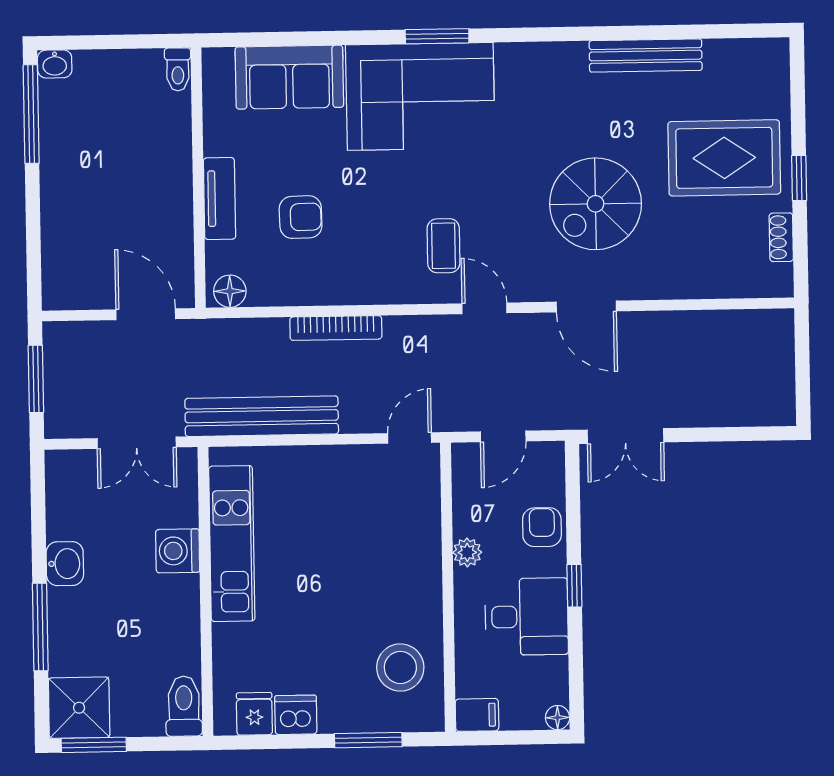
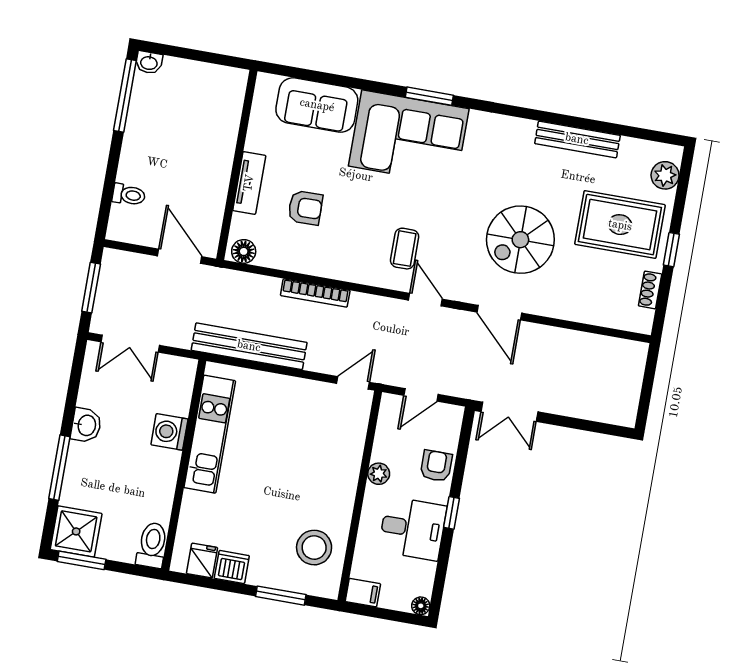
toilet: (178, 69) -> (129, 195), moved, turned -90
plant: (772, 81) -> (665, 175), added
double door: (137, 443) -> (130, 344), moved

